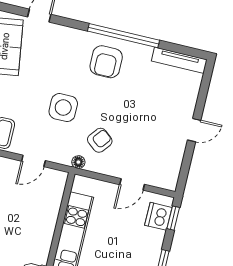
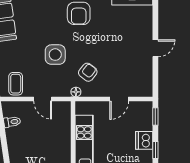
door: (33, 161) -> (43, 99), hinge flipped
dishwasher: (158, 216) -> (144, 140), moved

